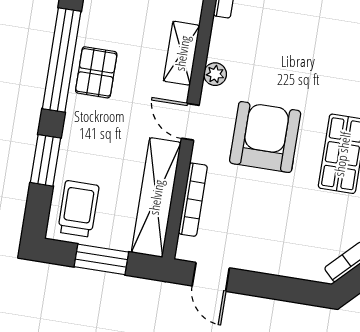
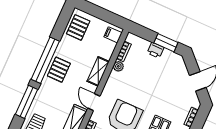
plant: (215, 74) -> (118, 66), moved
window: (46, 160) -> (27, 102), width x1.44

